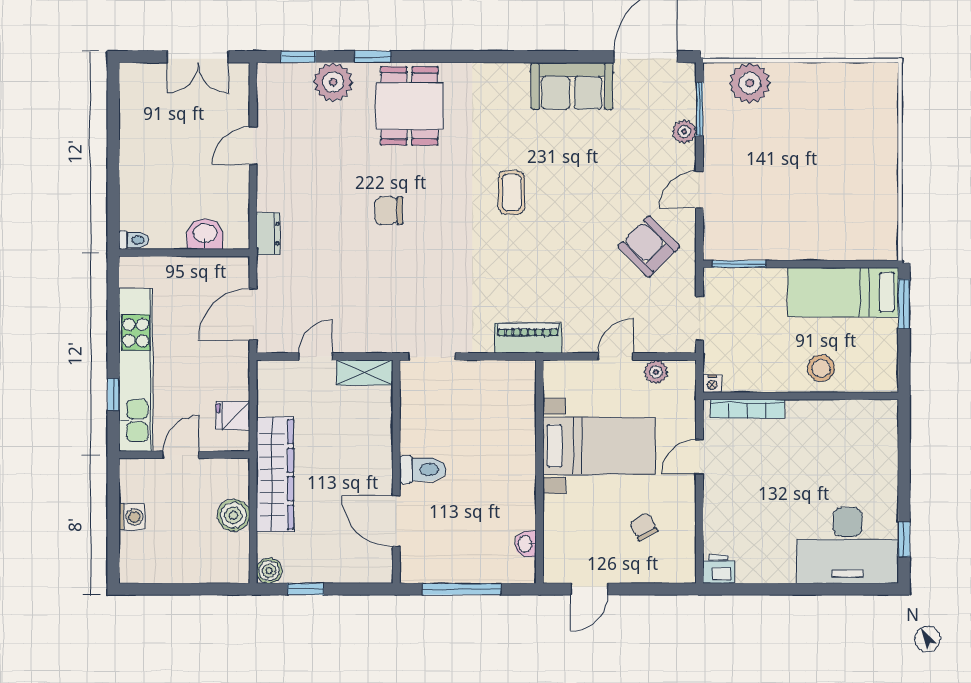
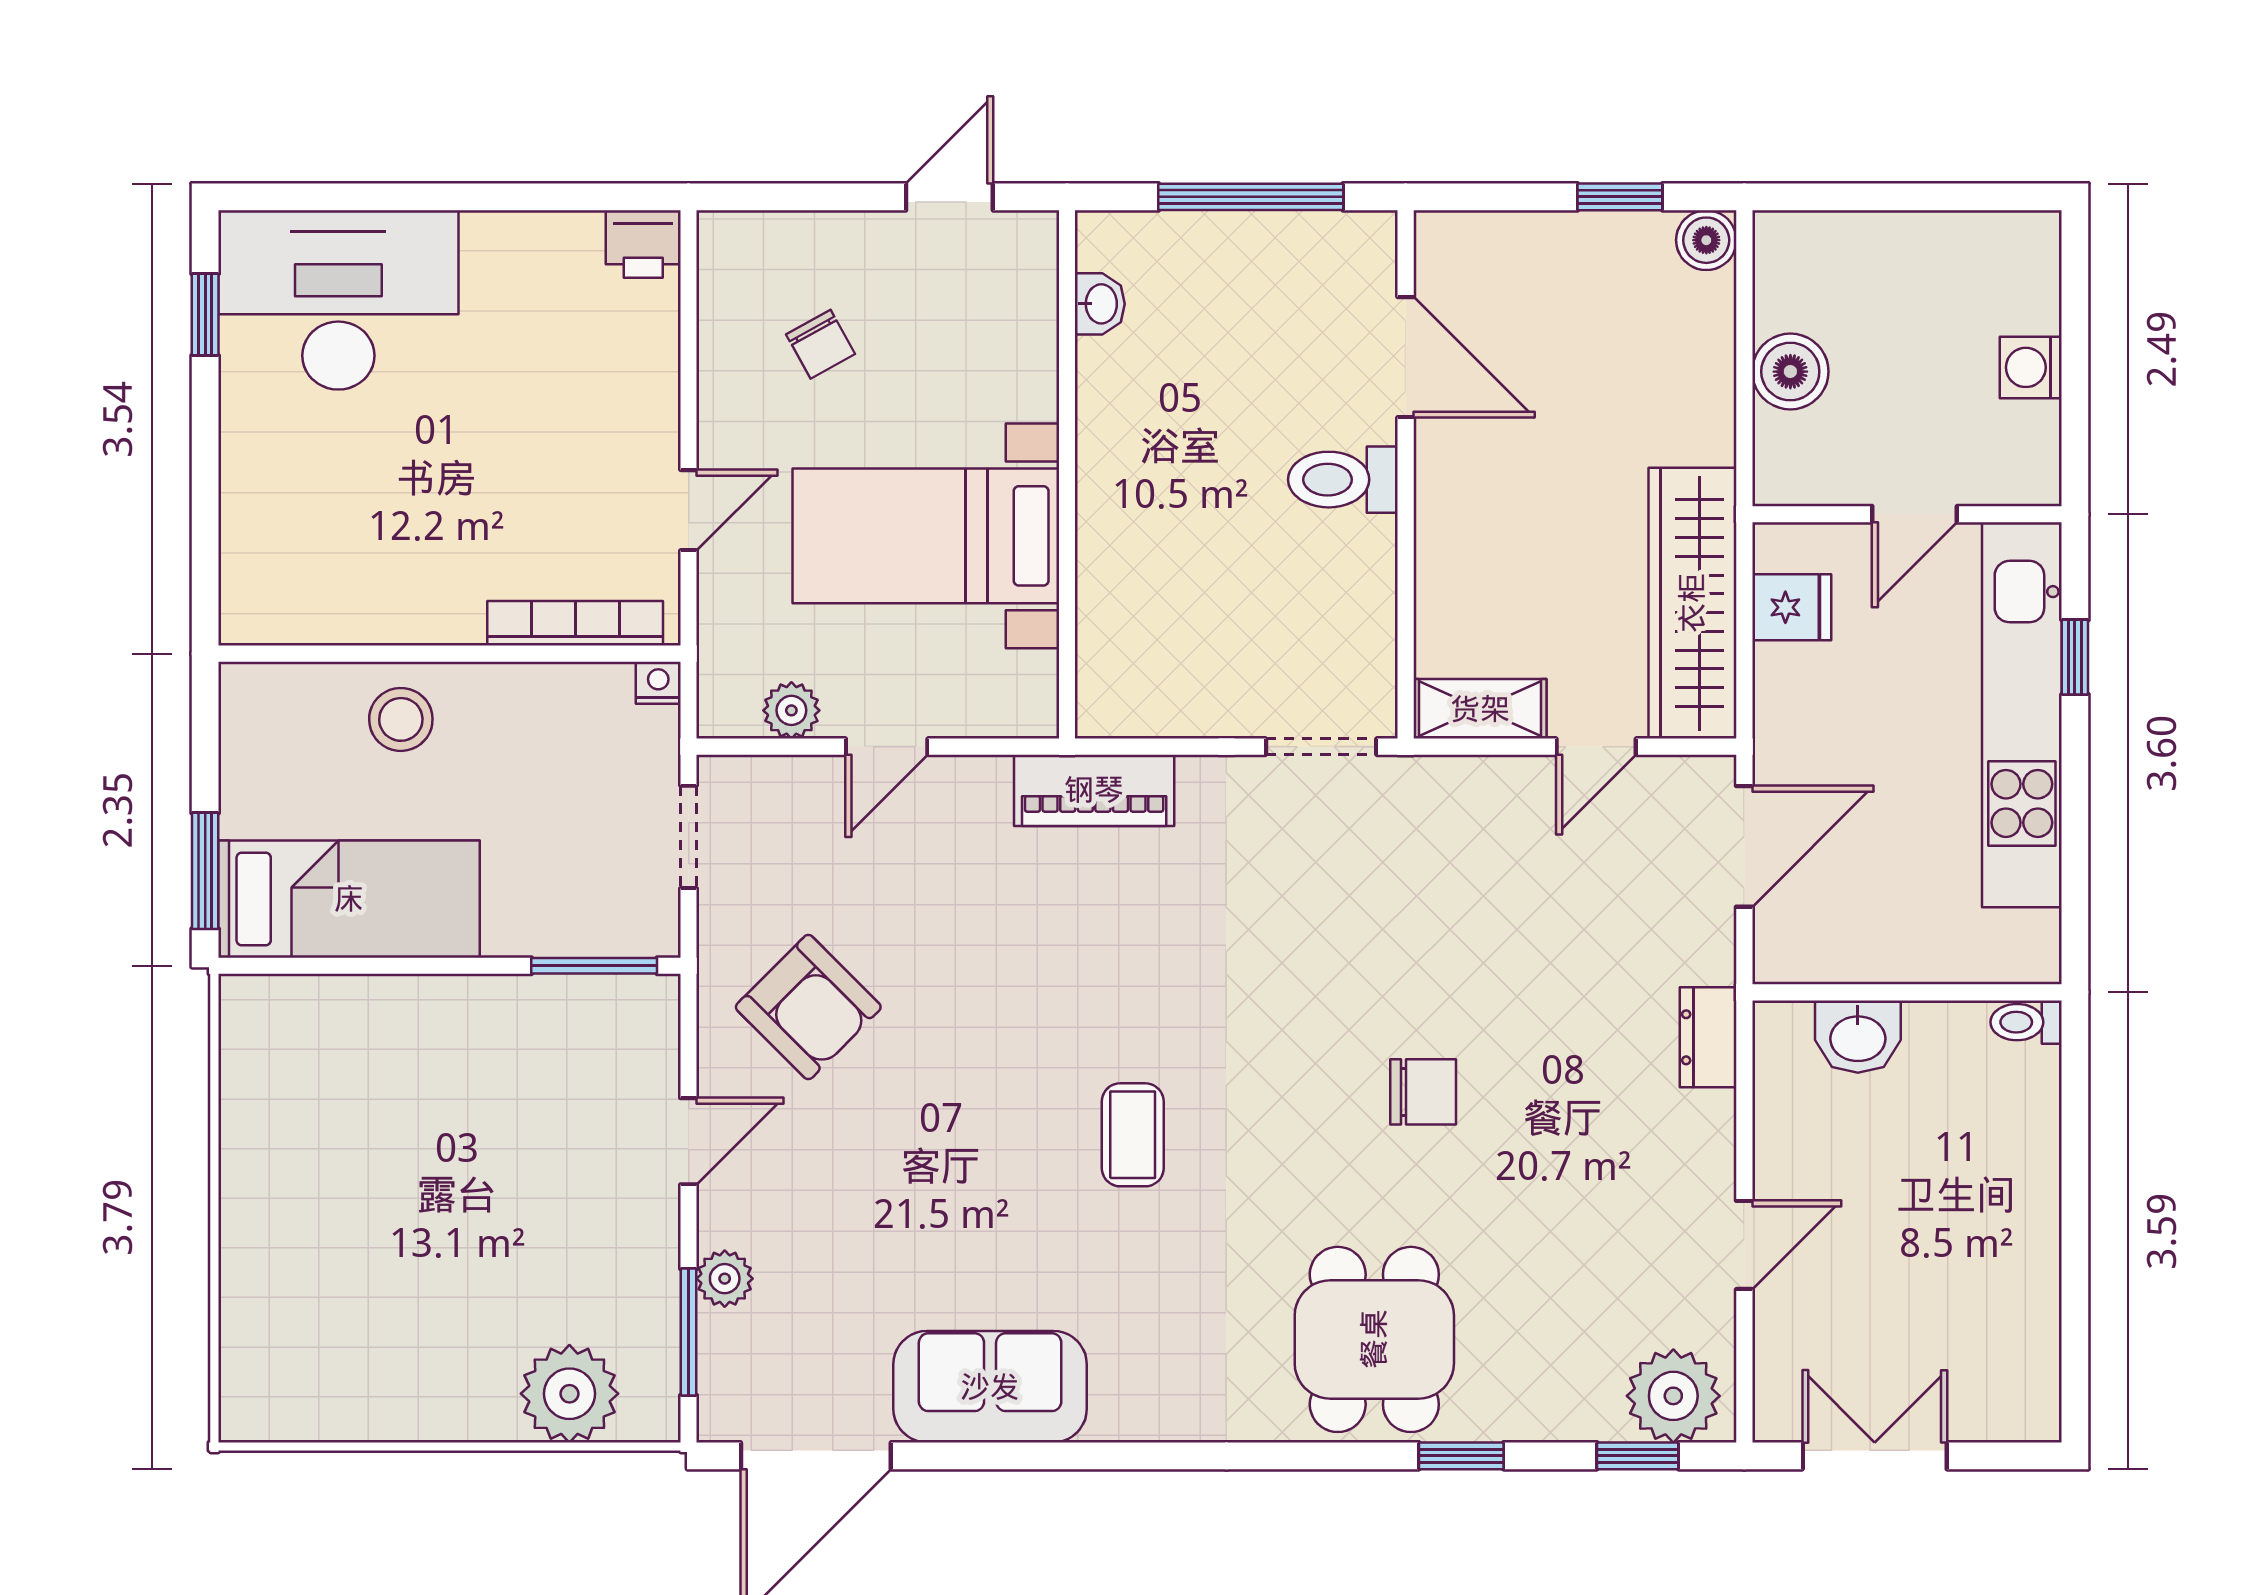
plant: (333, 82) -> (1673, 1396), moved
wardrobe: (275, 474) -> (1692, 603), moved

